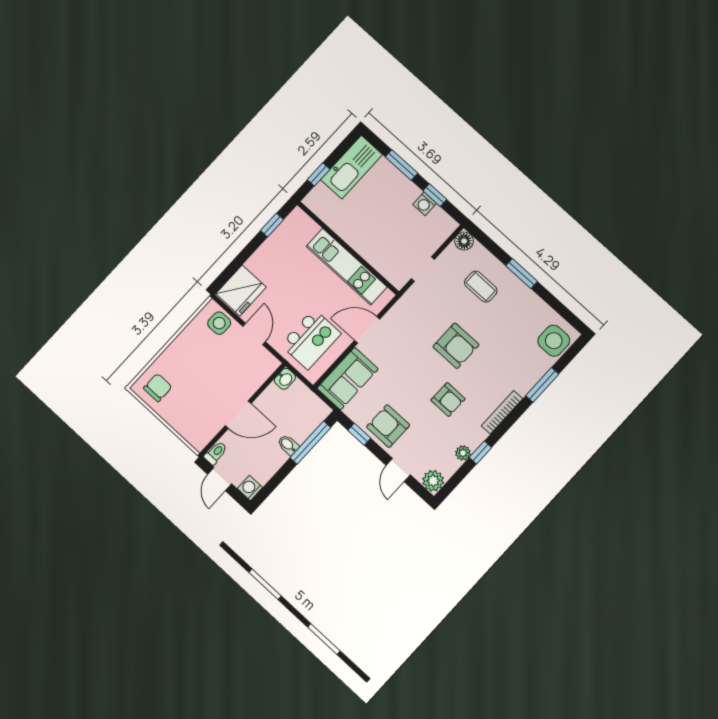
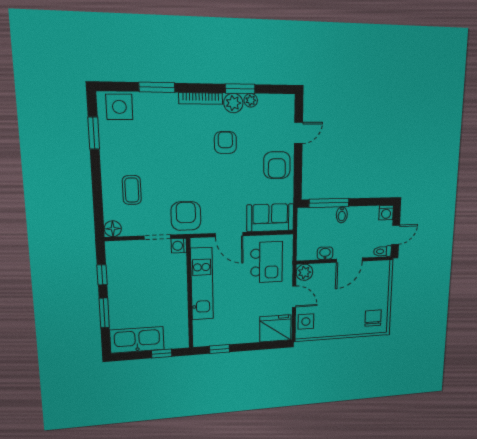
washing machine: (425, 204) -> (179, 246), moved, turned 180
window: (522, 274) -> (94, 133), moved
door: (254, 334) -> (294, 297), swing flipped
kitchen island: (311, 339) -> (267, 262), turned 90
armchair: (456, 346) -> (186, 216), moved
plant: (268, 364) -> (304, 272), added
washbasin: (285, 379) -> (325, 253), moved
chair: (158, 388) -> (373, 318), turned 90
door: (238, 415) -> (349, 260), swing flipped
window: (359, 434) -> (298, 178), removed
window: (480, 453) -> (240, 89), width x1.50
plant: (433, 481) -> (233, 103), moved

